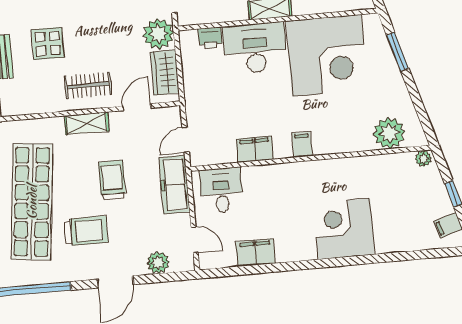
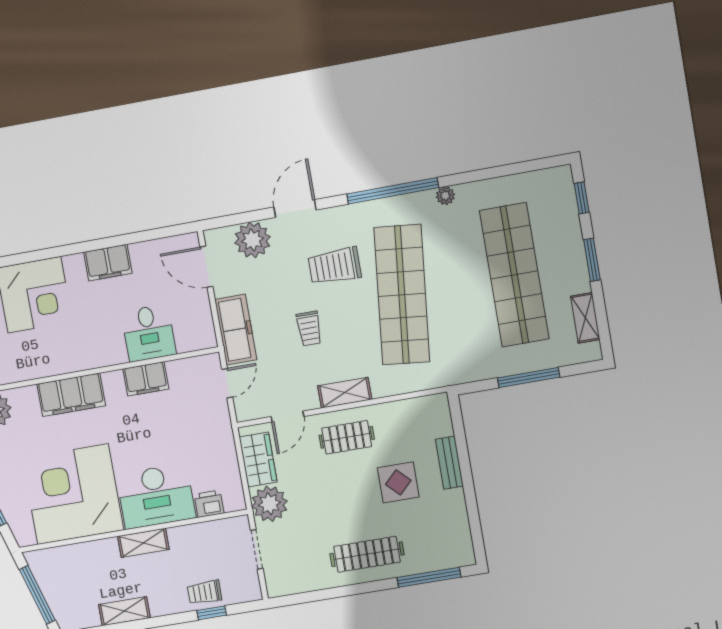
filing cabinet: (302, 145) -> (71, 395), width x3.00, depth x1.17
trolley: (112, 180) -> (309, 329), width x0.73, depth x0.72
desk: (222, 190) -> (149, 333), moved
door: (195, 240) -> (206, 267), width x1.37
filing cabinet: (255, 253) -> (108, 263), moved
plant: (158, 263) -> (252, 240), width x1.36, depth x1.36

